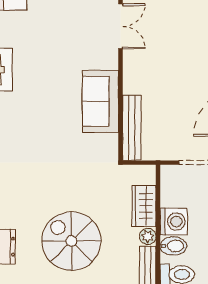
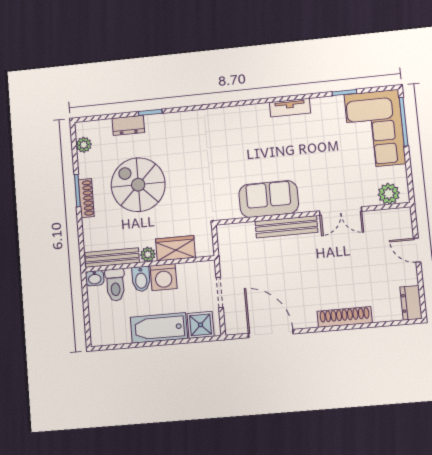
bench: (132, 128) -> (286, 227), moved
spiral stairs: (71, 241) -> (138, 185), turned -90

